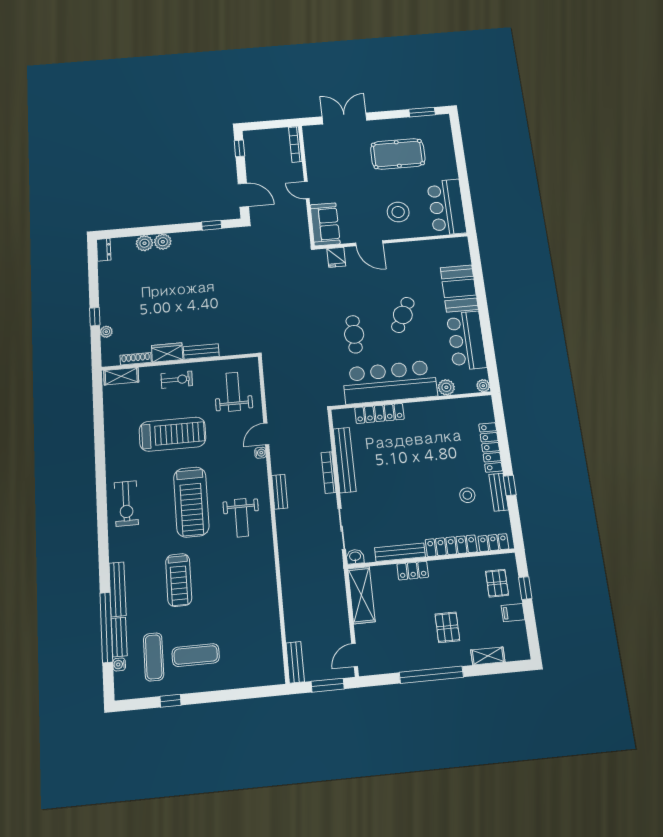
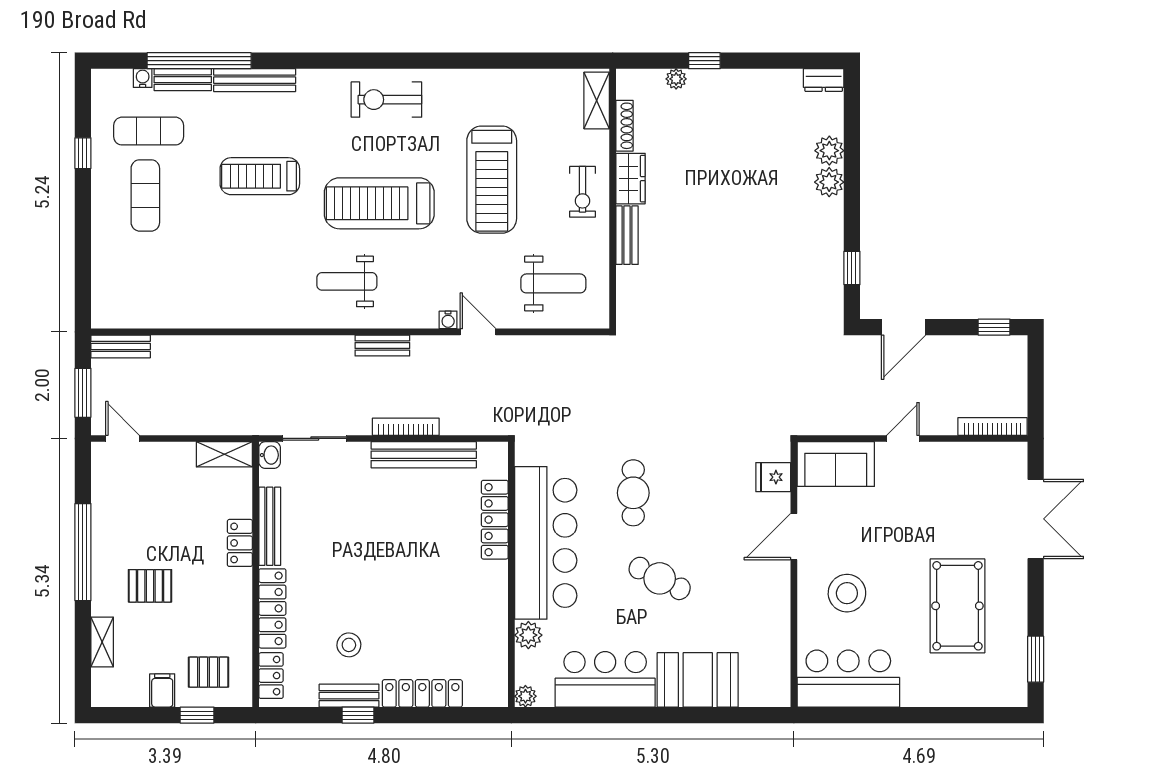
cafe table: (354, 334) -> (633, 493), turned 90
shelving: (361, 595) -> (224, 454), width x0.67, depth x0.75

